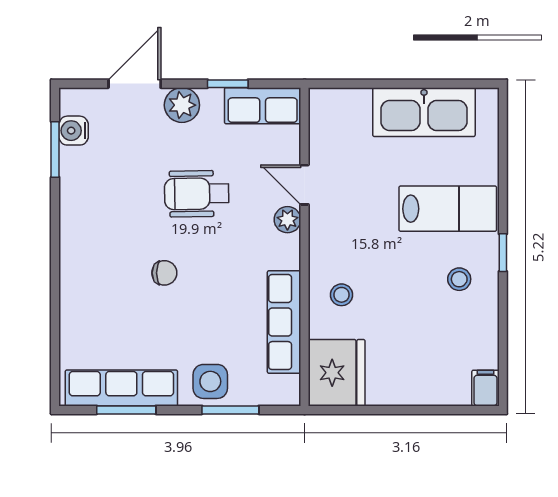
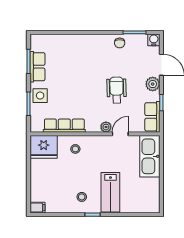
kitchen sink: (424, 112) -> (150, 156), moved
water cooler: (73, 131) -> (154, 40), moved
chair: (164, 273) -> (120, 43), moved
row of seats: (121, 388) -> (37, 67), width x0.68

